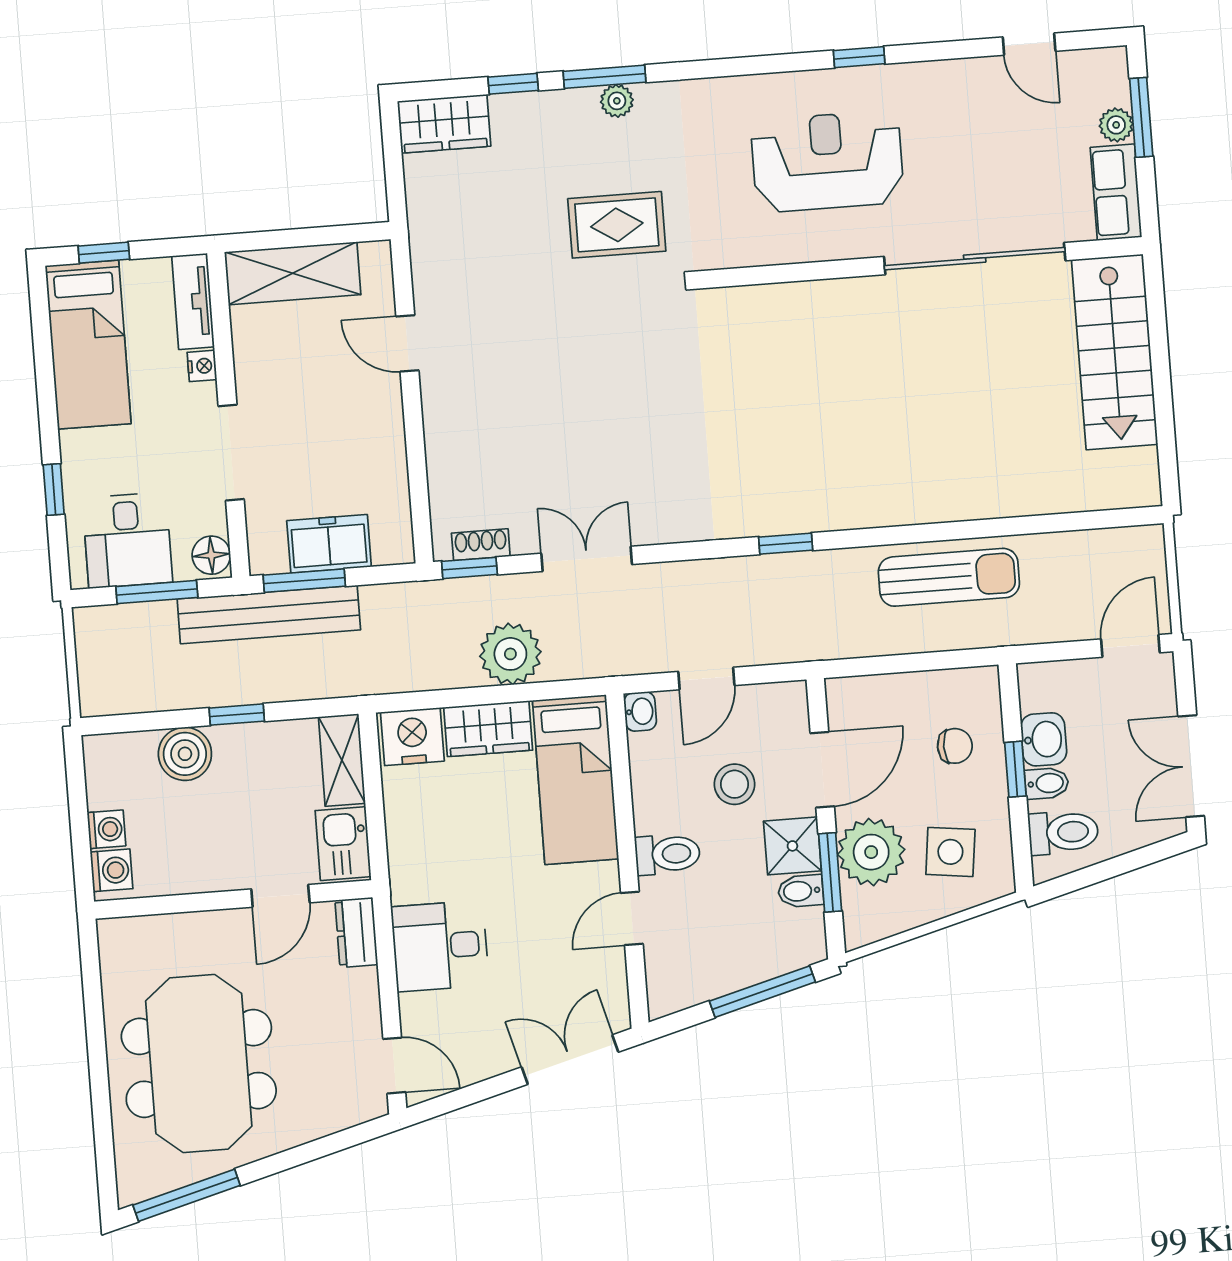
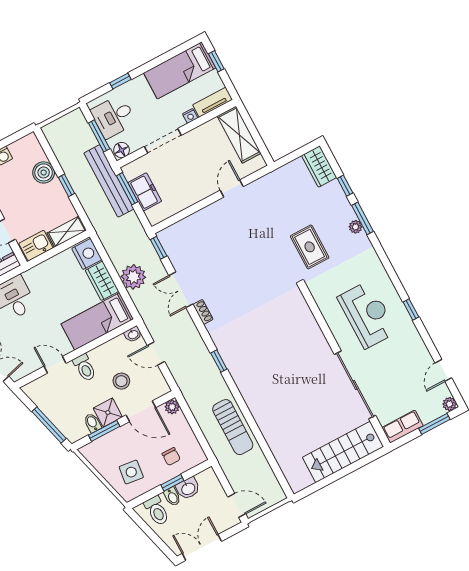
plant: (1116, 125) -> (450, 404), moved
shoe rack: (481, 545) -> (203, 312), moved
double door: (587, 559) -> (181, 290), swing flipped
plant: (871, 852) -> (172, 407), moved, width x0.53, depth x0.53

